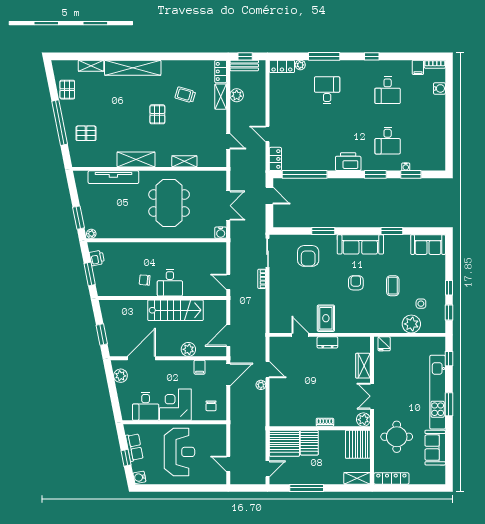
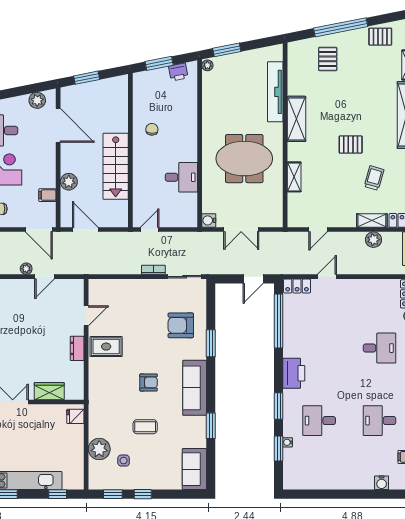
desk: (170, 283) -> (181, 177), moved, turned 180

